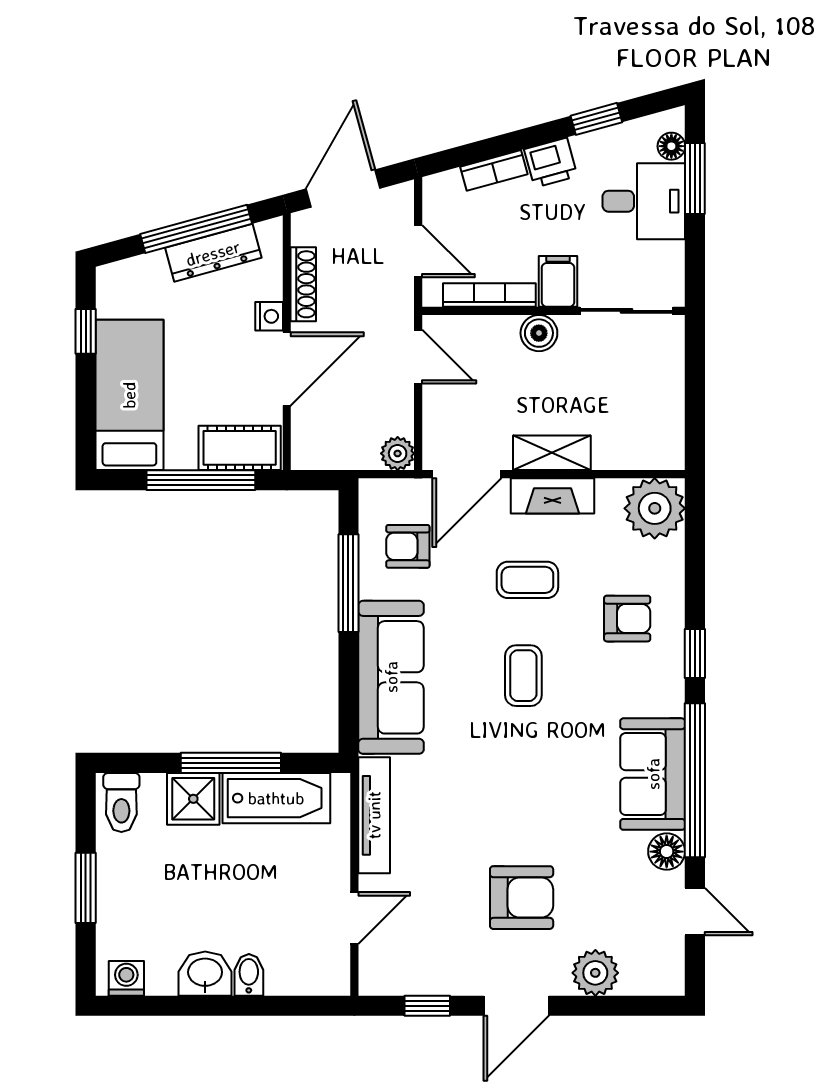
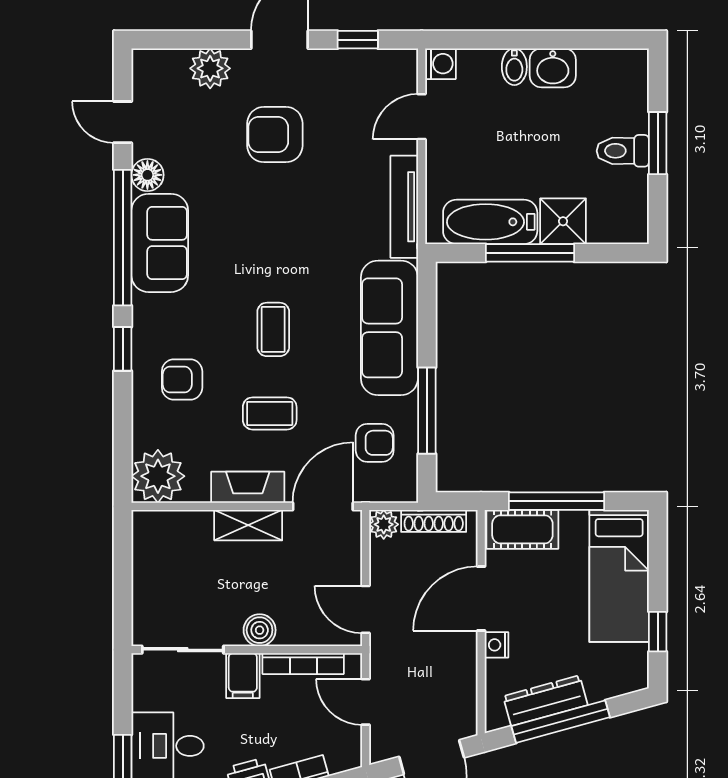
shoe rack: (303, 284) -> (434, 521), moved, turned -90
toilet: (121, 802) -> (623, 151), moved, turned -90
washing machine: (126, 978) -> (440, 64), moved, turned -90

